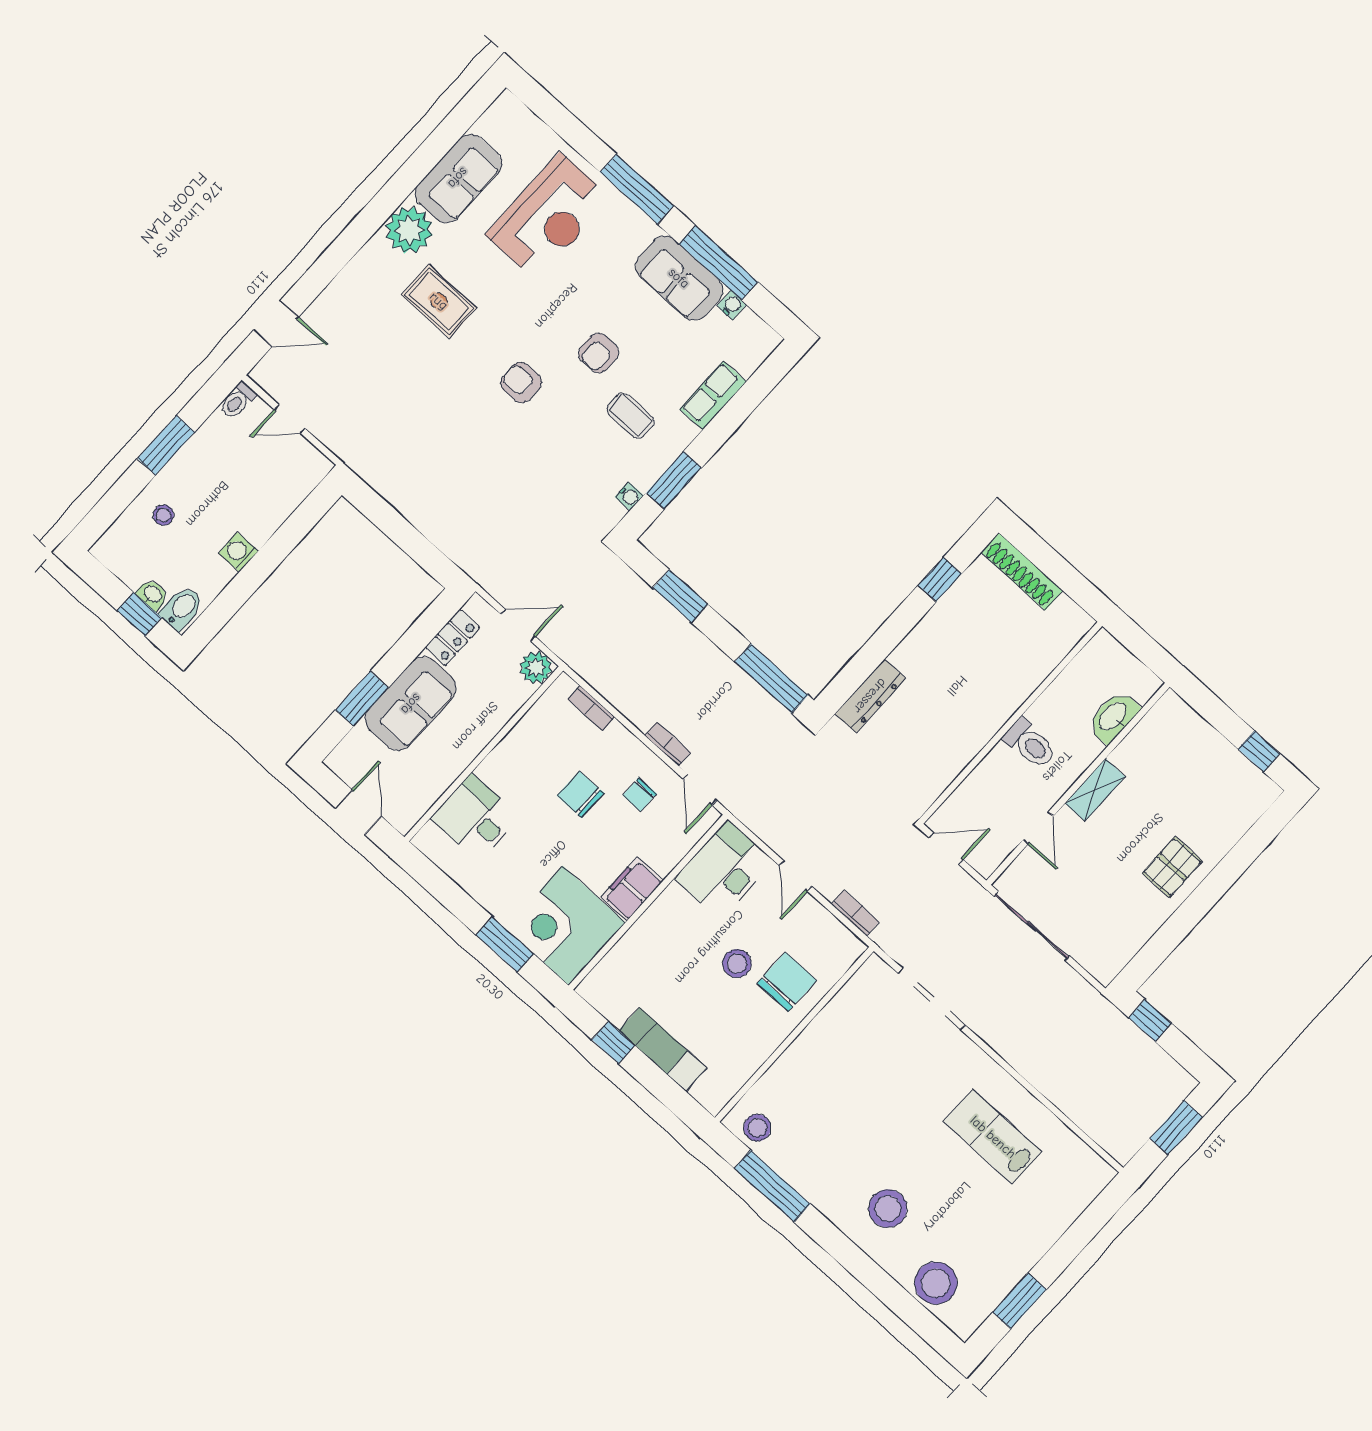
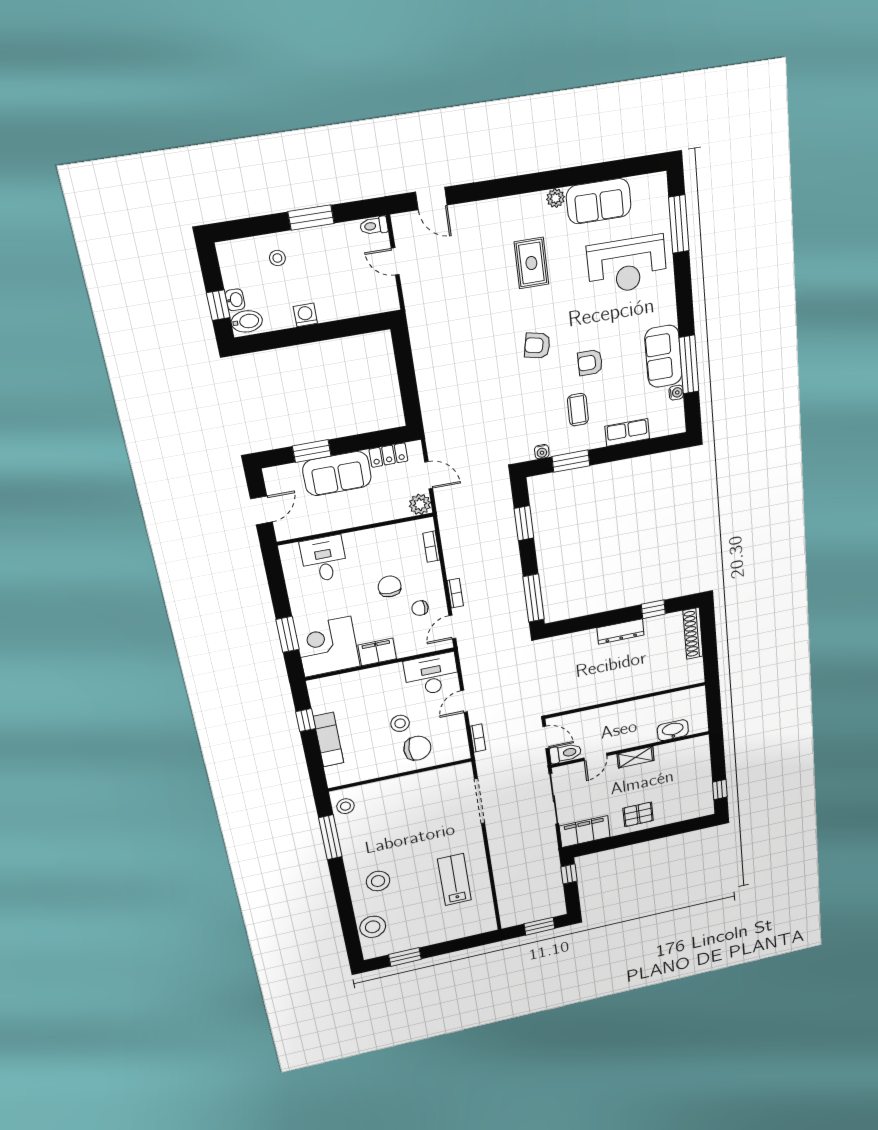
window: (637, 189) -> (679, 224), moved
plant: (409, 230) -> (556, 198), width x0.53, depth x0.53
armchair: (521, 382) -> (537, 345), turned -78
dresser: (870, 696) -> (621, 631), moved
toilet: (1030, 744) -> (565, 753), moved, turned -90
filing cabinet: (1117, 943) -> (585, 831), added

